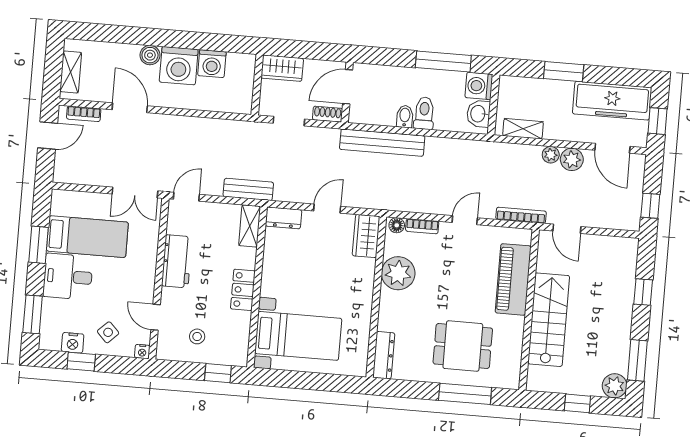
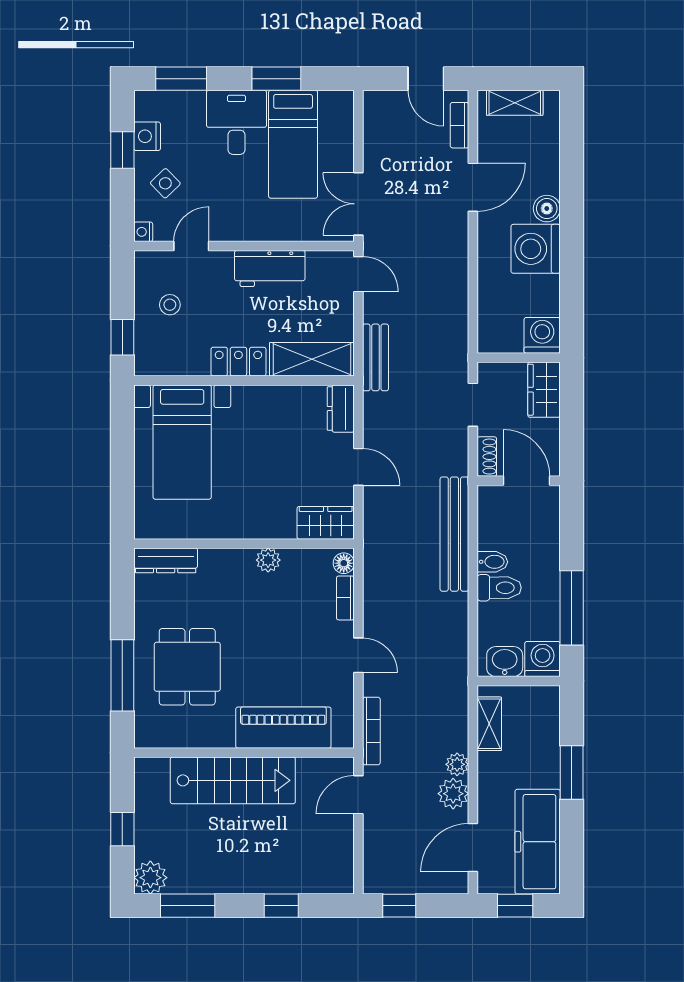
washing machine: (212, 64) -> (542, 335), moved, turned 90
shelving: (250, 226) -> (312, 359), width x1.50, depth x1.33
plant: (398, 273) -> (268, 560), width x0.53, depth x0.53

